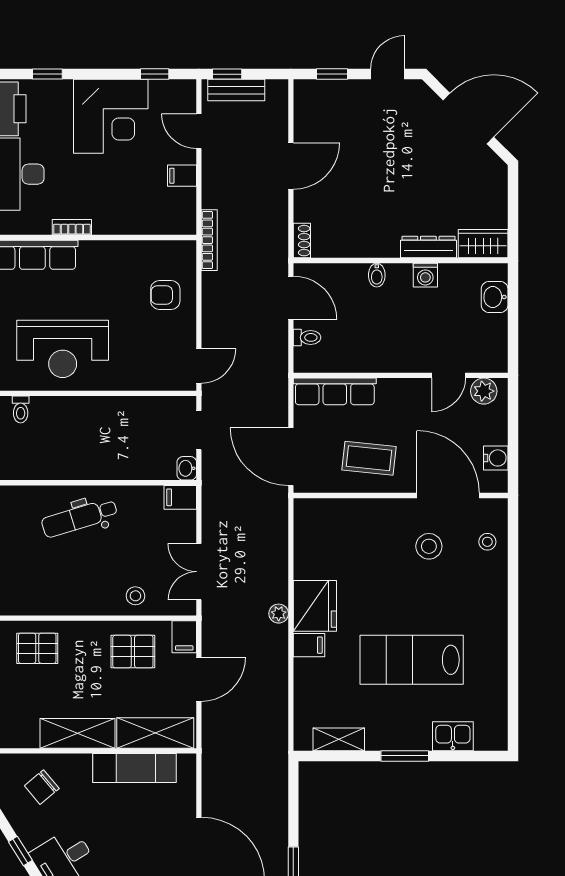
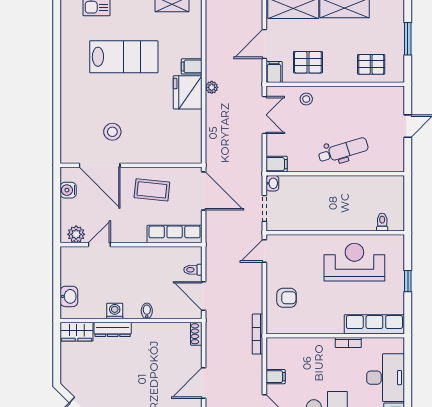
stool: (487, 542) -> (74, 135), removed

